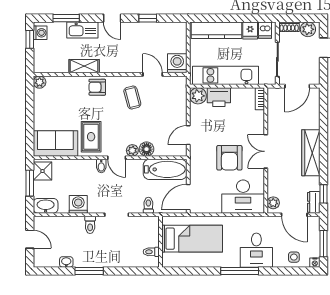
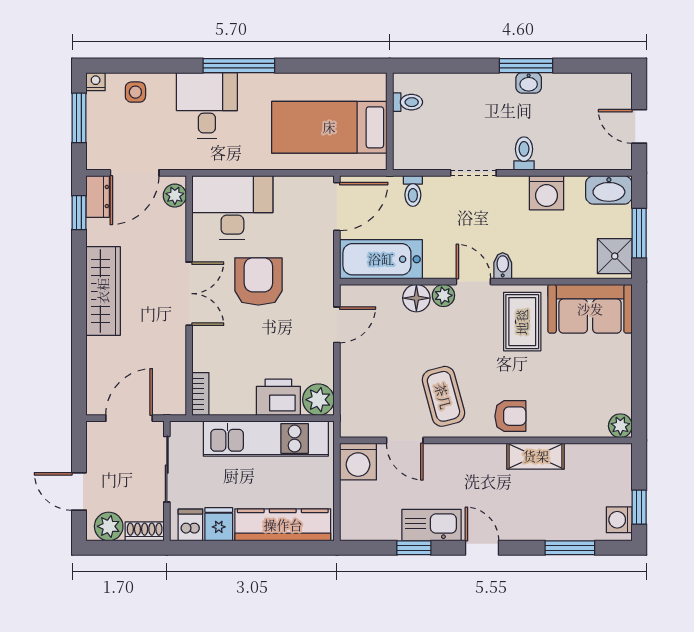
kitchen sink: (82, 30) -> (432, 525), moved
coffee table: (132, 98) -> (443, 396), width x1.36, depth x1.30
door: (294, 215) -> (135, 173), swing flipped
washbasin: (66, 262) -> (529, 83), moved

